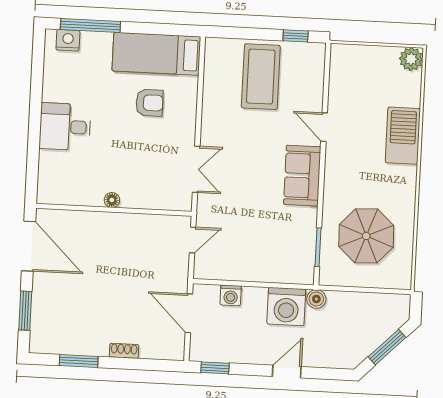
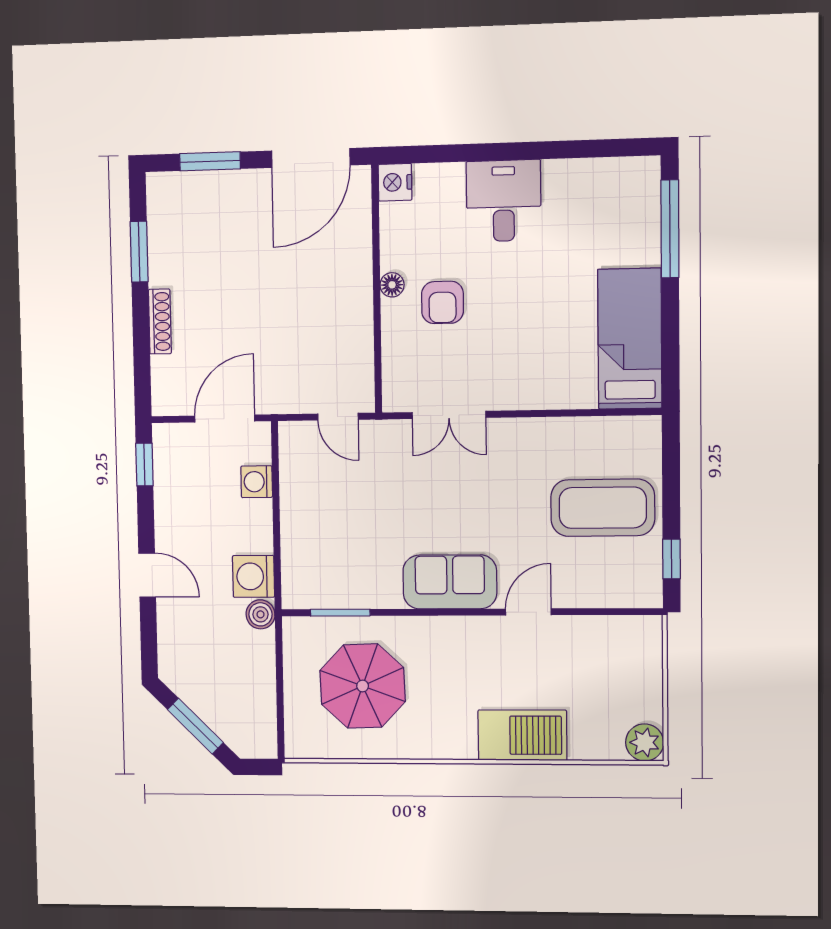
nightstand: (68, 40) -> (395, 182), moved, turned 180
armchair: (149, 103) -> (442, 302), moved
washing machine: (286, 307) -> (254, 576), width x0.73, depth x0.73
shoe rack: (124, 351) -> (160, 322), width x1.43

